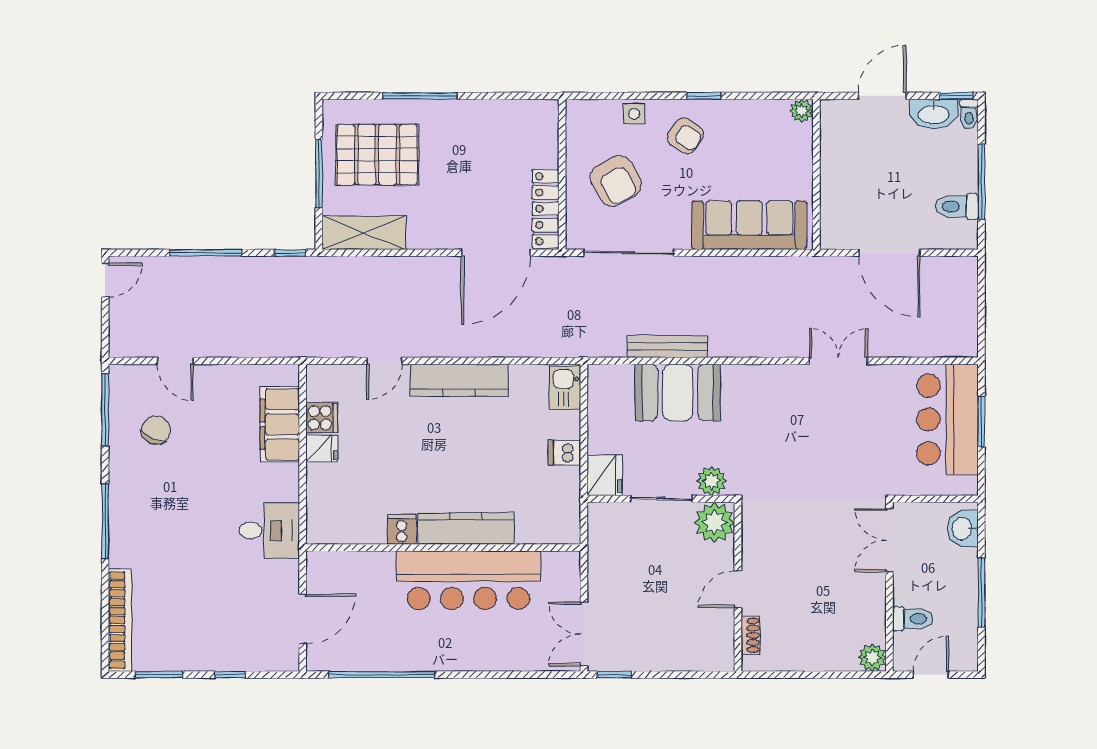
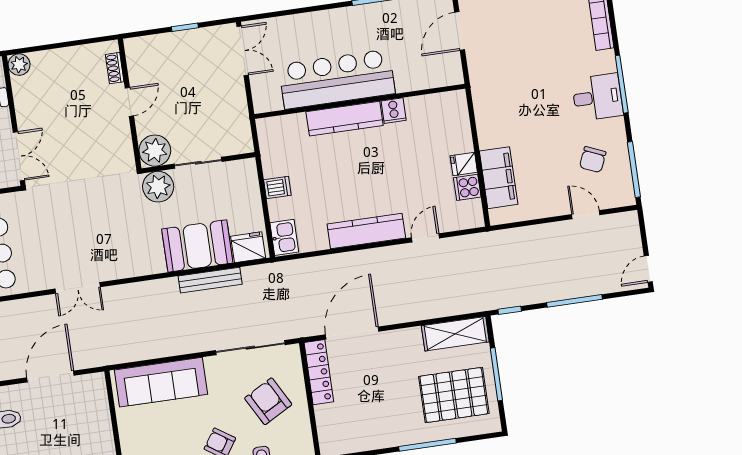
door: (890, 253) -> (50, 376), hinge flipped
fridge: (605, 475) -> (248, 247), moved, turned 90
plant: (712, 481) -> (158, 187), width x1.36, depth x1.36
desk: (269, 531) -> (597, 97), moved, turned 180
window: (614, 675) -> (185, 27), moved

